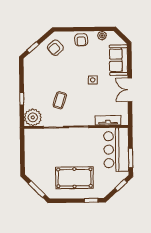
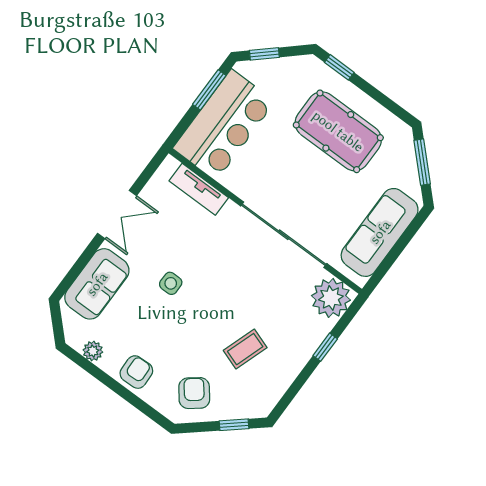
armchair: (55, 48) -> (194, 393), turned -87
coffee table: (60, 100) -> (245, 349), moved
sofa: (33, 153) -> (380, 232), added

